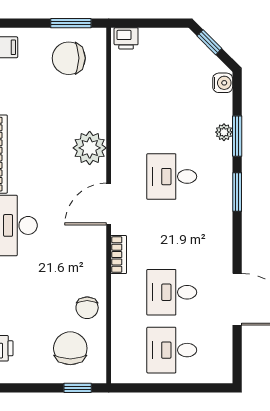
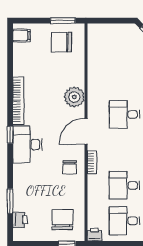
printer: (126, 38) -> (95, 235), moved, turned 180
chair: (87, 308) -> (70, 167), moved

